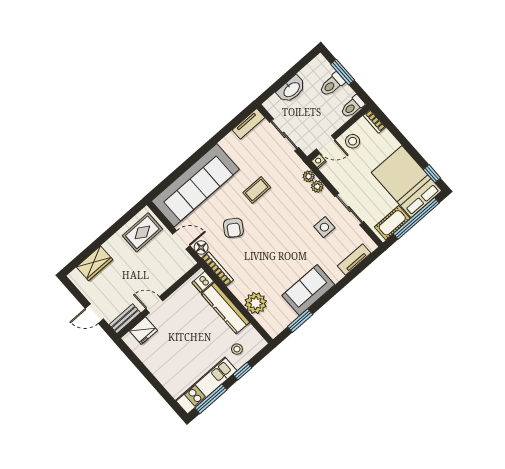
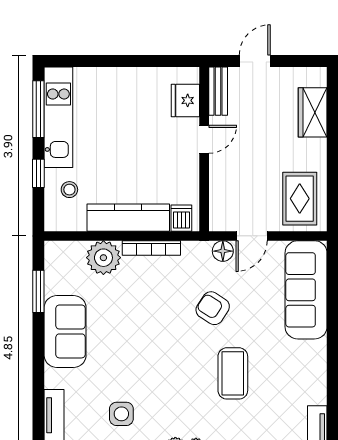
sofa: (195, 185) -> (306, 290), width x0.74, depth x0.79
coffee table: (257, 190) -> (233, 373), width x1.36, depth x1.30
bookcase: (217, 269) -> (151, 248), moved

